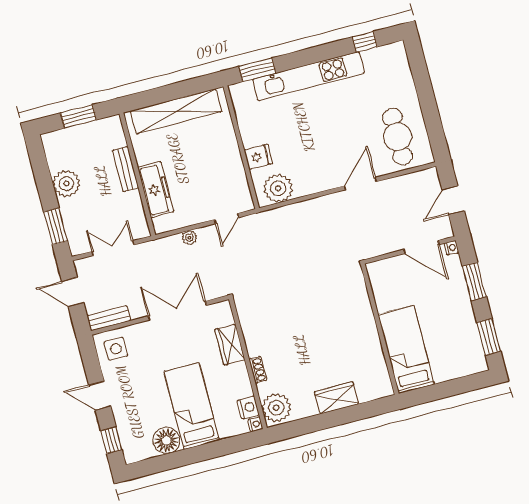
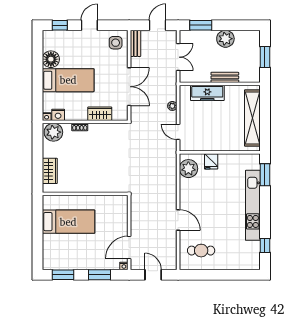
cafe table: (397, 137) -> (201, 251), width x0.73, depth x0.74
wall: (380, 329) -> (85, 194), moved

